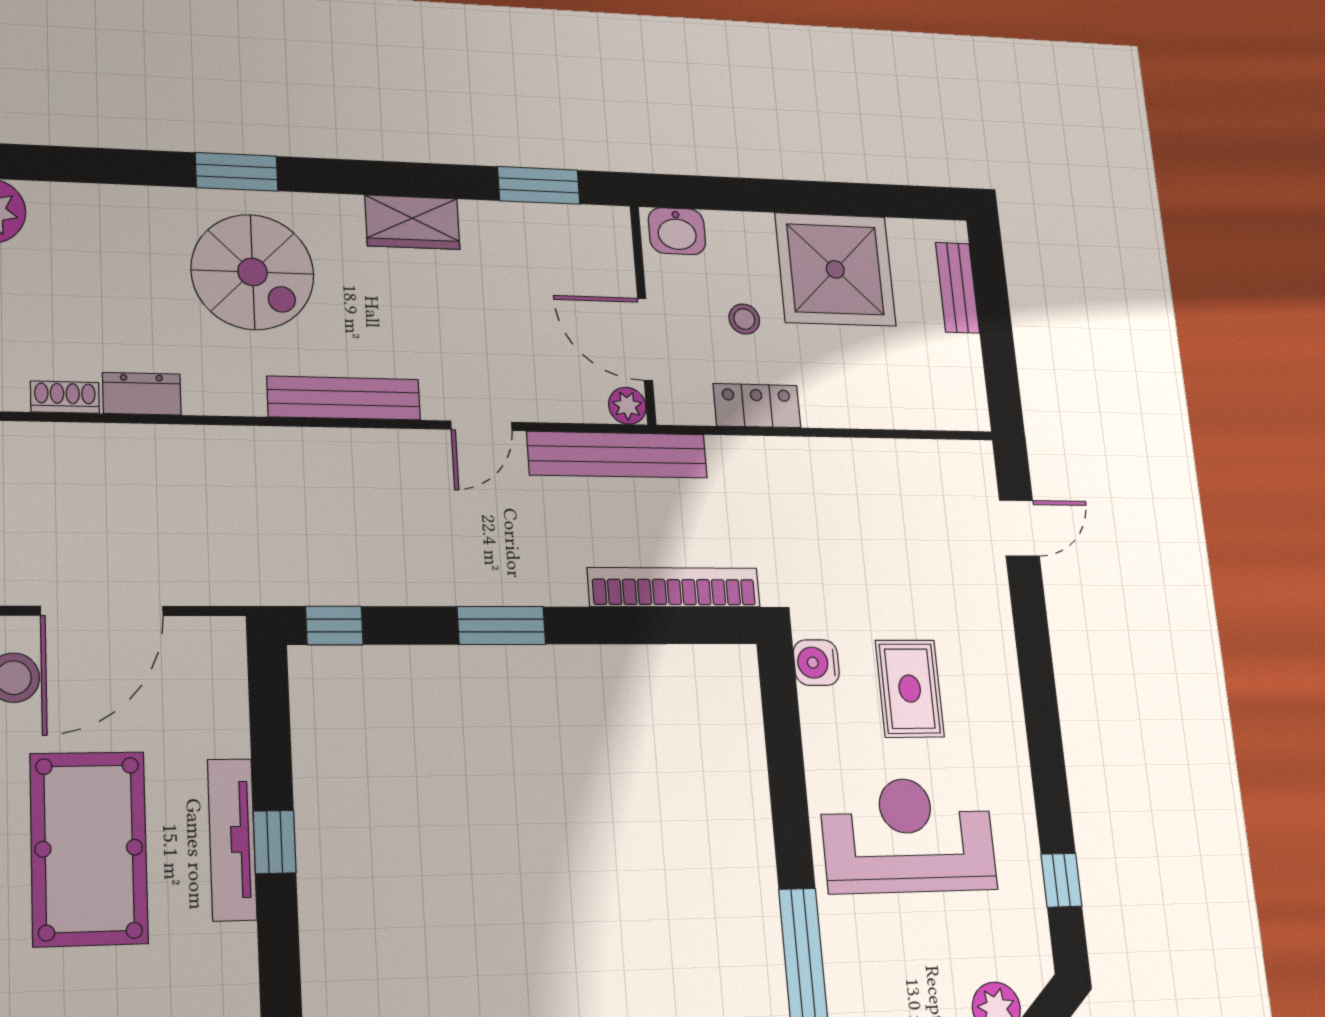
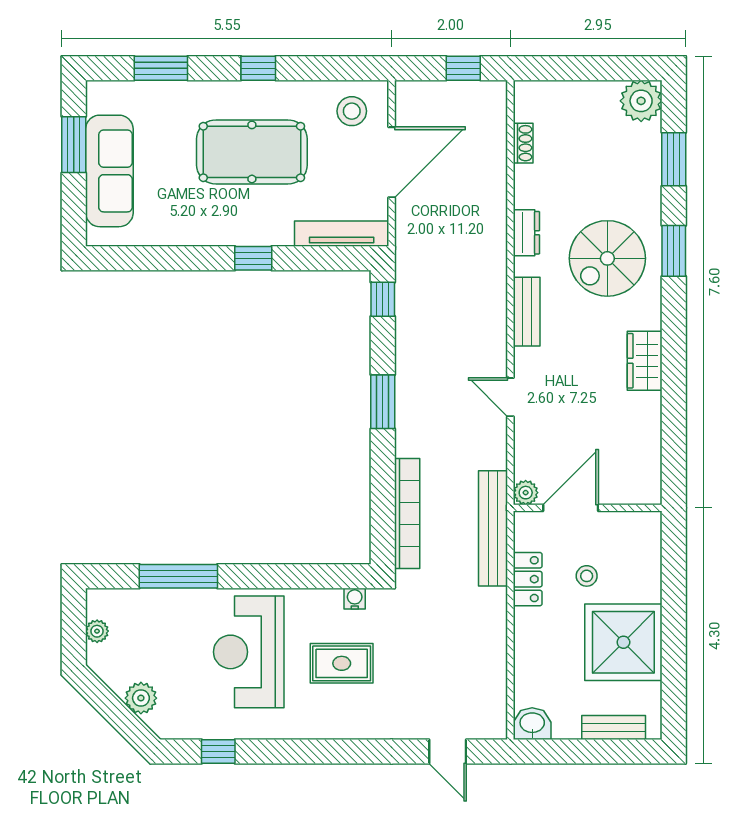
window: (539, 185) -> (674, 159), moved
washbasin: (677, 231) -> (532, 724), moved, turned 90
dresser: (142, 394) -> (526, 233), moved
bench: (344, 398) -> (527, 312), width x0.73
bench: (617, 455) -> (493, 528), moved
door: (102, 611) -> (392, 162), swing flipped
water cooler: (816, 663) -> (355, 599), width x0.72, depth x0.72
reception desk: (908, 835) -> (249, 652), turned 180
tv unit: (232, 839) -> (342, 234), moved

